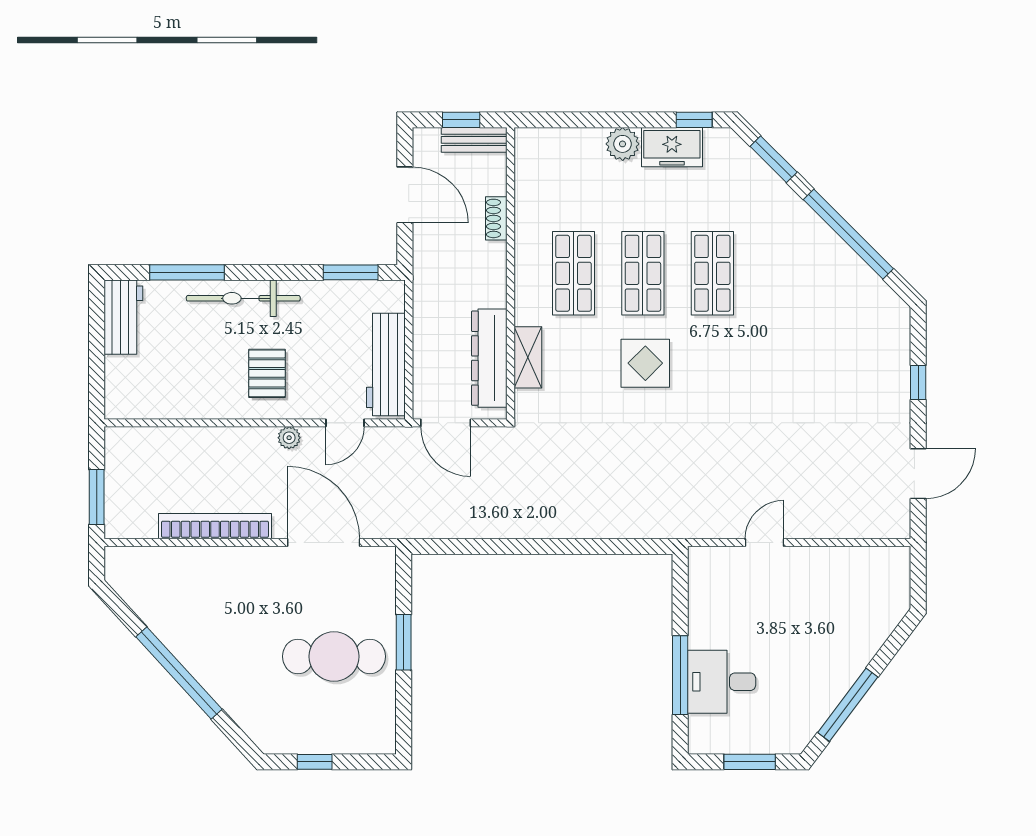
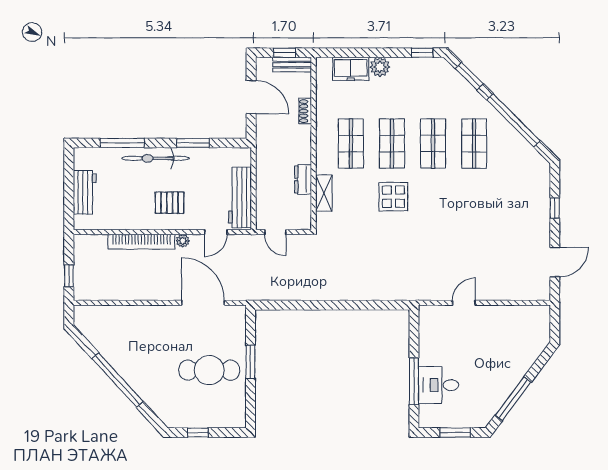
freezer: (672, 147) -> (351, 69), moved
window: (351, 272) -> (193, 143), moved
shop shelf: (782, 273) -> (474, 144), added
workbench: (123, 317) -> (85, 192), moved
dresser: (489, 358) -> (303, 179), width x0.51, depth x0.80
pallet: (267, 373) -> (170, 203), turned 90
door: (446, 423) -> (275, 232), width x0.73
window: (97, 497) -> (69, 276), width x0.67
bookcase: (215, 526) -> (141, 242), moved, turned 180

